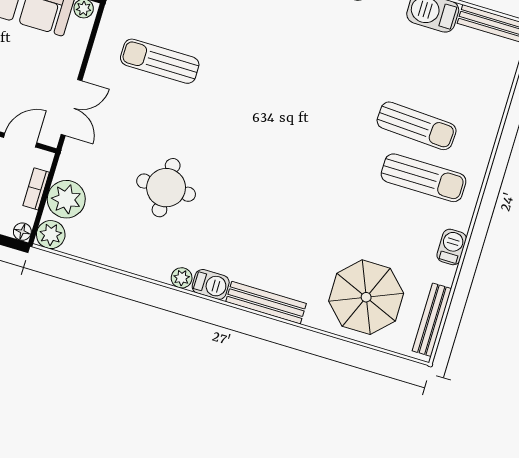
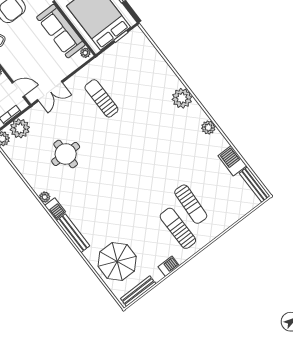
sun lounger: (424, 178) -> (178, 228), turned 180

